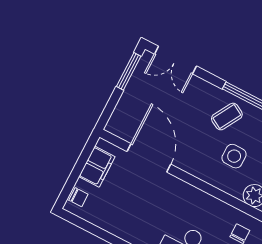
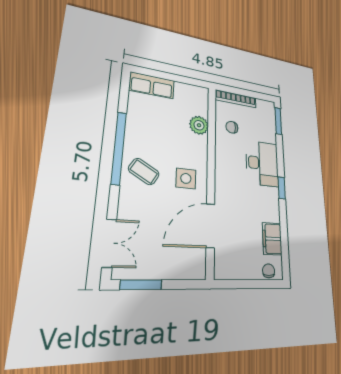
side table: (234, 156) -> (186, 178), moved
filing cabinet: (97, 167) -> (272, 239), moved, turned -90

